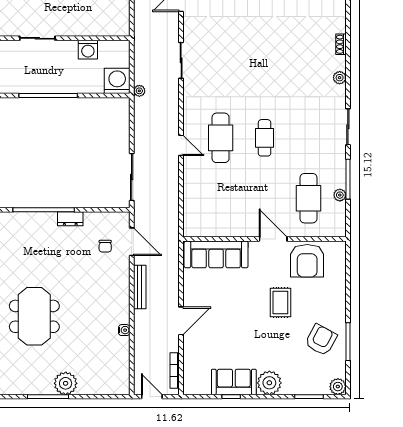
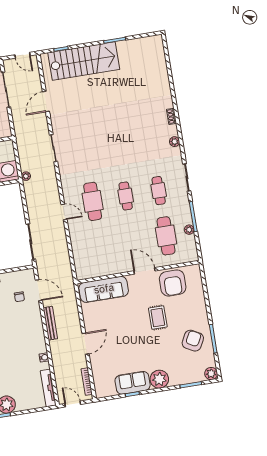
cafe table: (308, 138) -> (159, 191), added
tv unit: (123, 371) -> (48, 388), added

